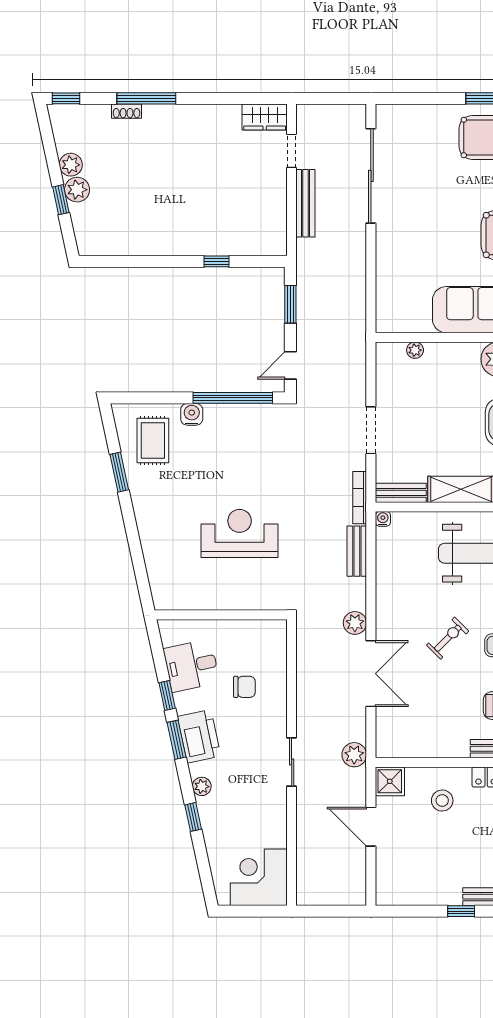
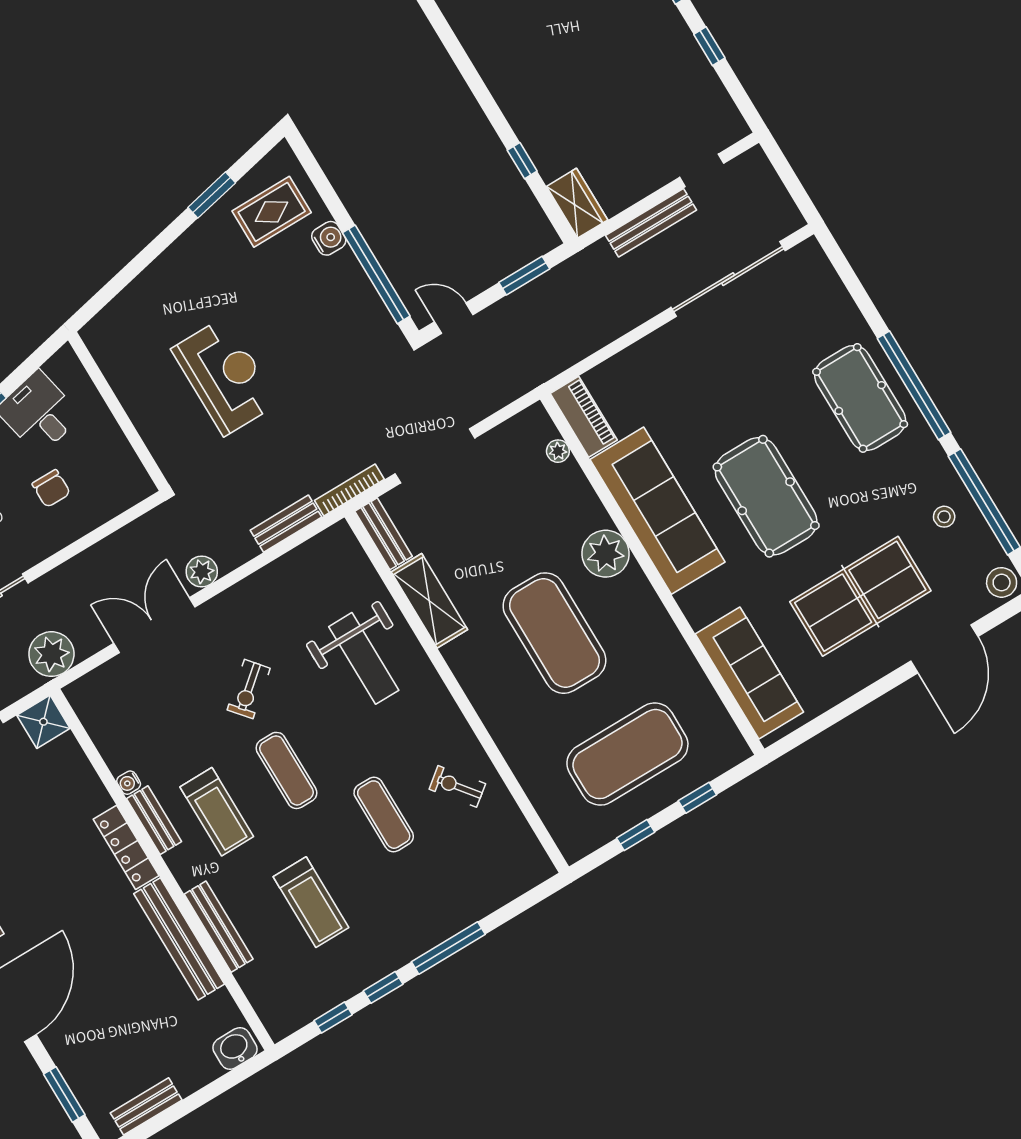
window: (215, 98) -> (709, 46), added
wardrobe: (265, 117) -> (577, 203), moved, turned 180
piano: (403, 321) -> (584, 417), added
doorway: (371, 430) -> (435, 456), width x1.36
water cooler: (383, 519) -> (129, 783), moved, turned 180
exercise bike: (448, 638) -> (249, 689), turned 95
double door: (371, 674) -> (154, 625), swing flipped
plant: (354, 755) -> (51, 654), width x1.36, depth x1.36
stool: (442, 800) -> (58, 796), removed

